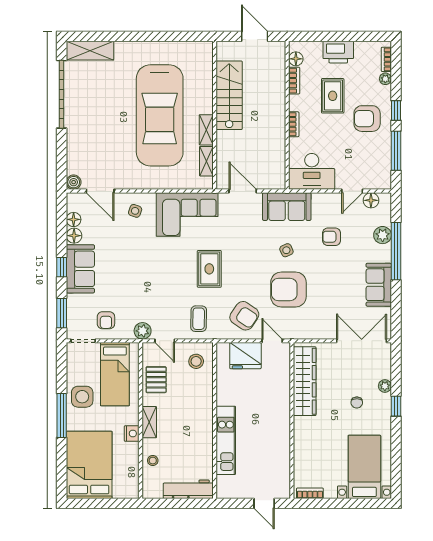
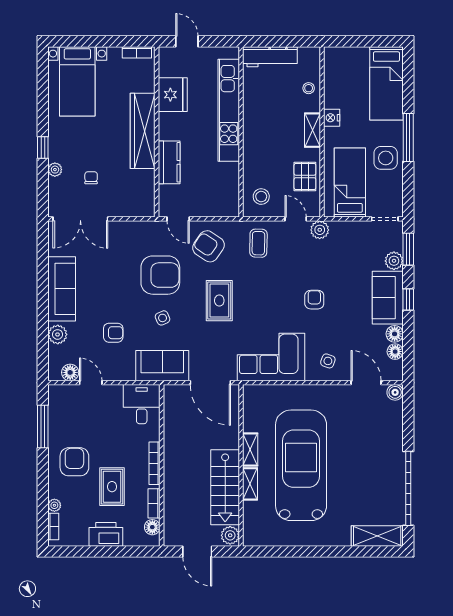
plant: (225, 51) -> (230, 535), added
window: (396, 110) -> (43, 471), removed
armchair: (367, 119) -> (74, 462), turned -90
bookcase: (294, 124) -> (155, 463), width x1.56
shelving: (206, 161) -> (250, 484), moved
desk: (312, 171) -> (142, 404), width x0.73
door: (243, 191) -> (210, 383), width x1.36
door: (352, 191) -> (91, 383), hinge flipped
window: (396, 251) -> (43, 317), removed
rug: (209, 269) -> (219, 301), moved
sofa: (379, 285) -> (62, 289), width x1.36
plant: (75, 303) -> (394, 261), added
armchair: (106, 320) -> (314, 300), moved
fridge: (245, 356) -> (173, 95), moved, turned 90
wardrobe: (305, 381) -> (143, 131), moved
kitchen counter: (280, 393) -> (169, 162), added
chair: (357, 403) -> (91, 178), moved
kitchen unit: (226, 440) -> (229, 110), width x1.36
bed: (89, 465) -> (386, 83), width x0.67

